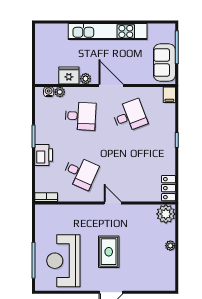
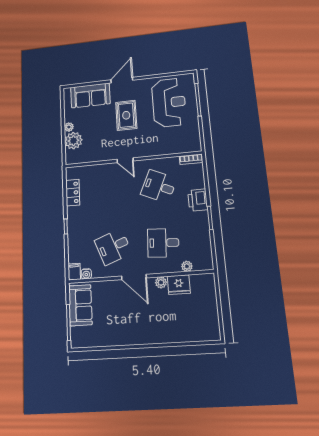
kitchen unit: (108, 31) -> (141, 336), removed
water cooler: (49, 92) -> (86, 274), moved
locker: (168, 188) -> (73, 193), moved
plant: (166, 214) -> (73, 141), moved
sofa: (146, 279) -> (90, 95), added

